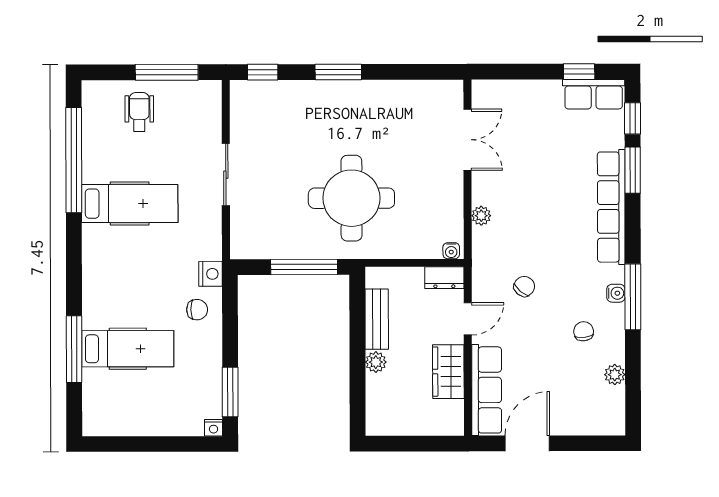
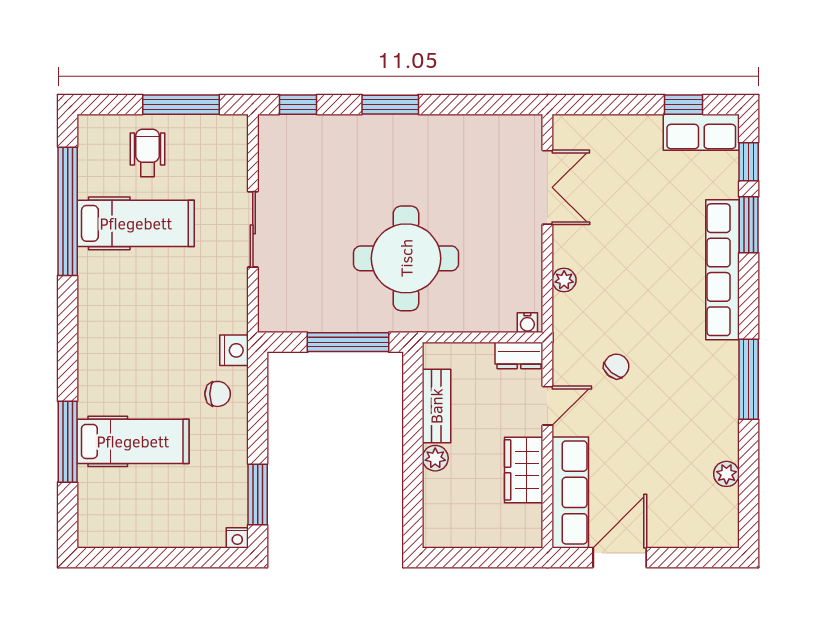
hospital bed: (130, 203) -> (136, 223), moved
water cooler: (616, 293) -> (728, 375), removed
chair: (584, 331) -> (689, 421), removed

